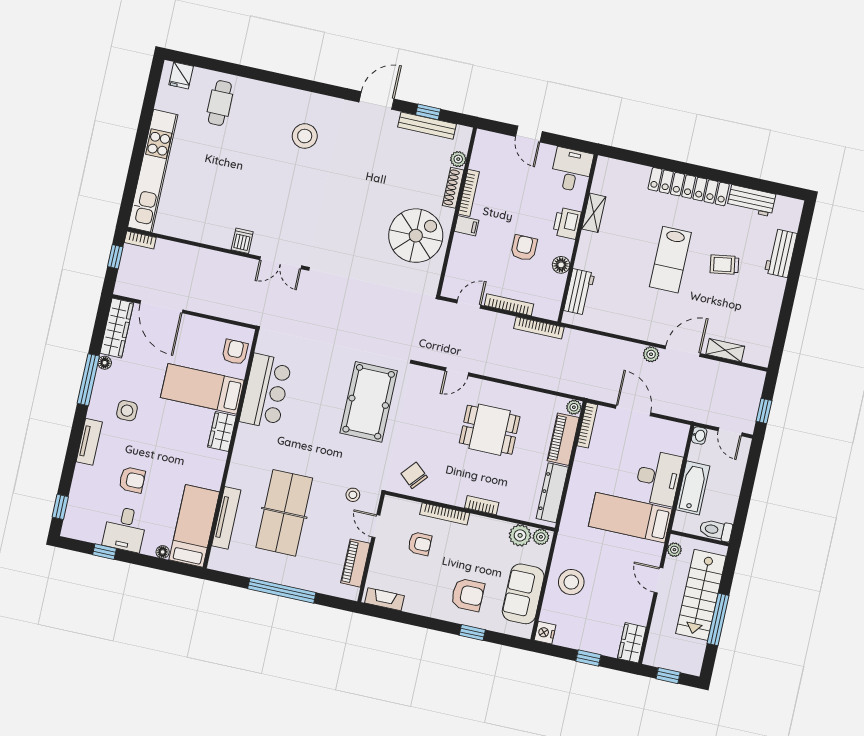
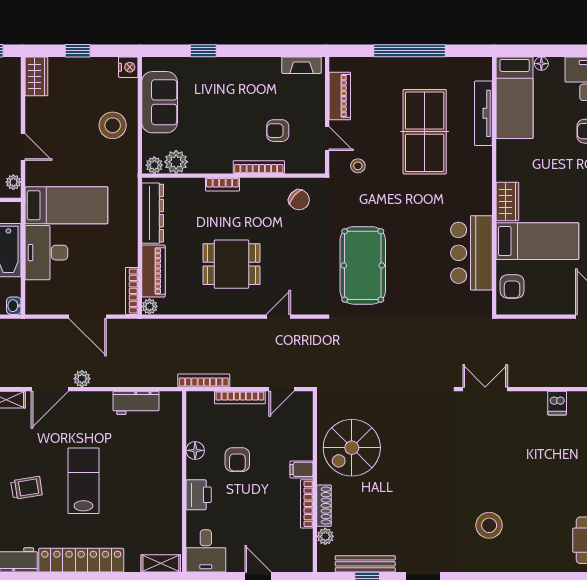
shelving: (594, 213) -> (161, 563), moved, turned 90
dishwasher: (242, 241) -> (557, 403), moved
workbench: (579, 292) -> (136, 403), moved, turned -90
armchair: (468, 595) -> (217, 89), removed

